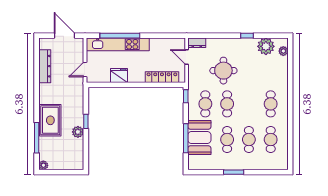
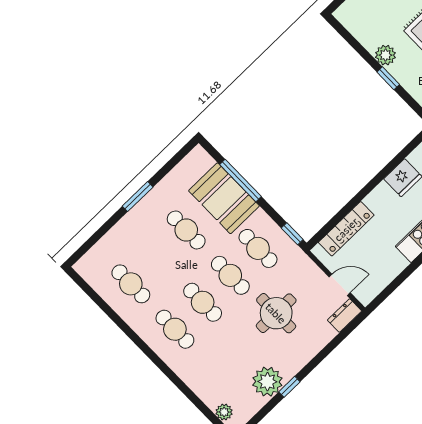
plant: (266, 46) -> (267, 382), moved
cafe table: (249, 140) -> (203, 302), moved

